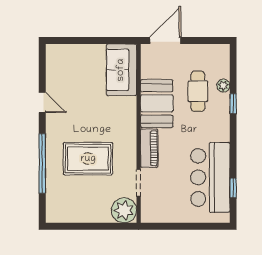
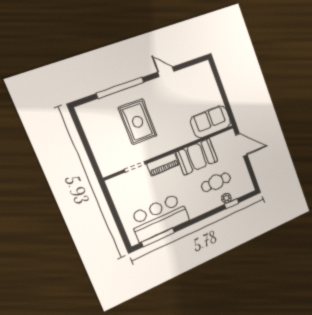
door: (42, 102) -> (166, 72), swing flipped
window: (233, 104) -> (232, 204), moved
window: (233, 188) -> (158, 237), width x2.17
plant: (124, 210) -> (109, 164), removed

